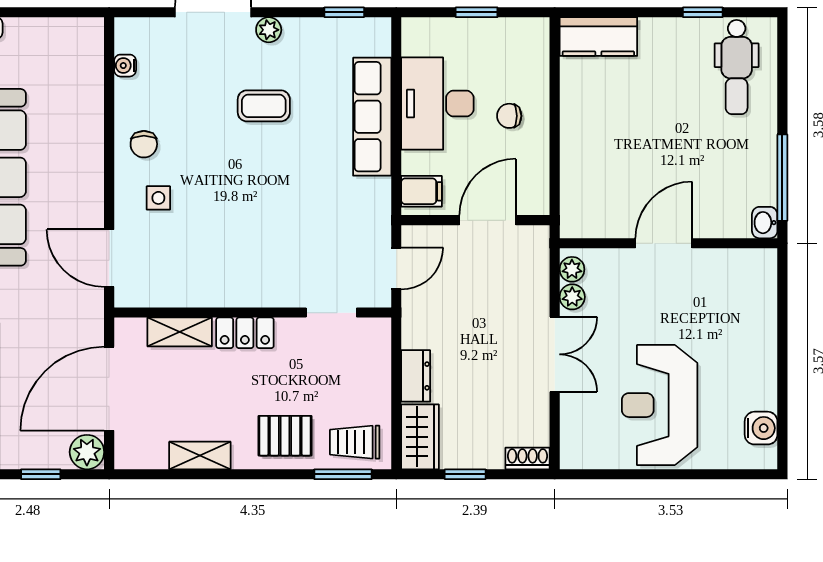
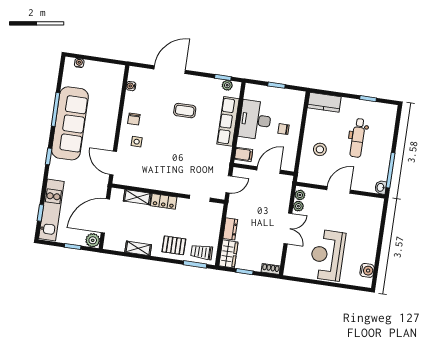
plant: (269, 30) -> (227, 85), moved
dental chair: (737, 67) -> (358, 138), moved
stool: (604, 152) -> (320, 149), added

